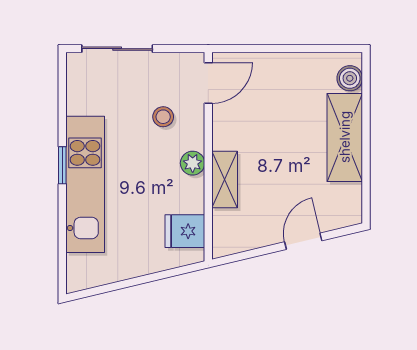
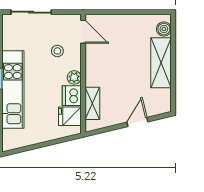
door: (208, 83) -> (83, 32), hinge flipped
shelving: (225, 179) -> (92, 103), moved
dishwasher: (188, 195) -> (72, 96), added

